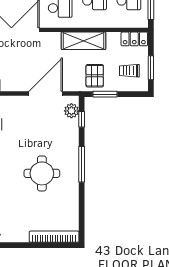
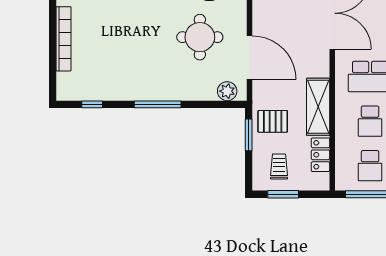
locker: (134, 39) -> (320, 155), moved
window: (82, 119) -> (92, 104), moved
round table: (42, 173) -> (200, 37), moved
bookcase: (54, 237) -> (64, 39), moved

